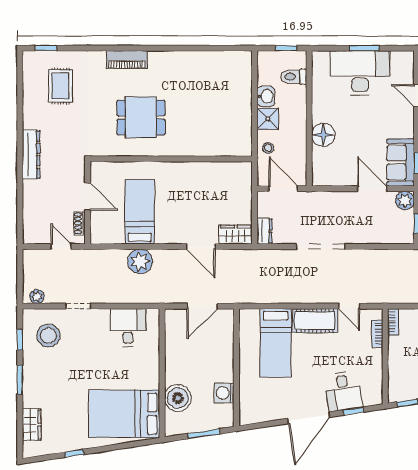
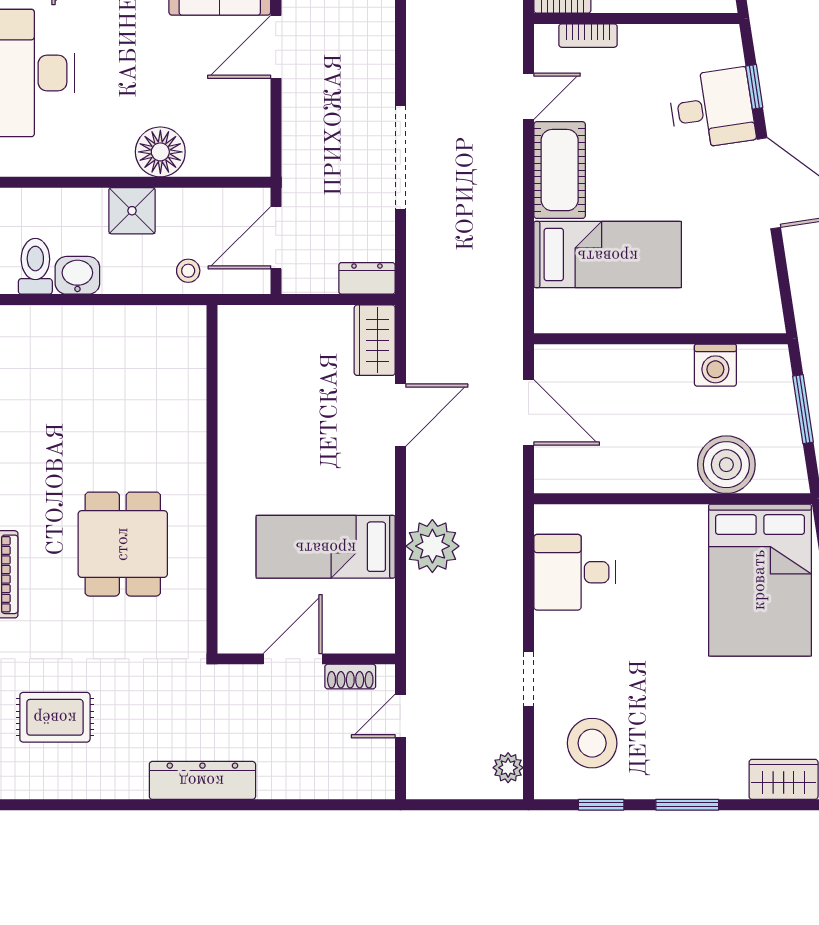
toilet: (294, 77) -> (35, 266), moved, turned 180
shower: (268, 119) -> (132, 211), moved

